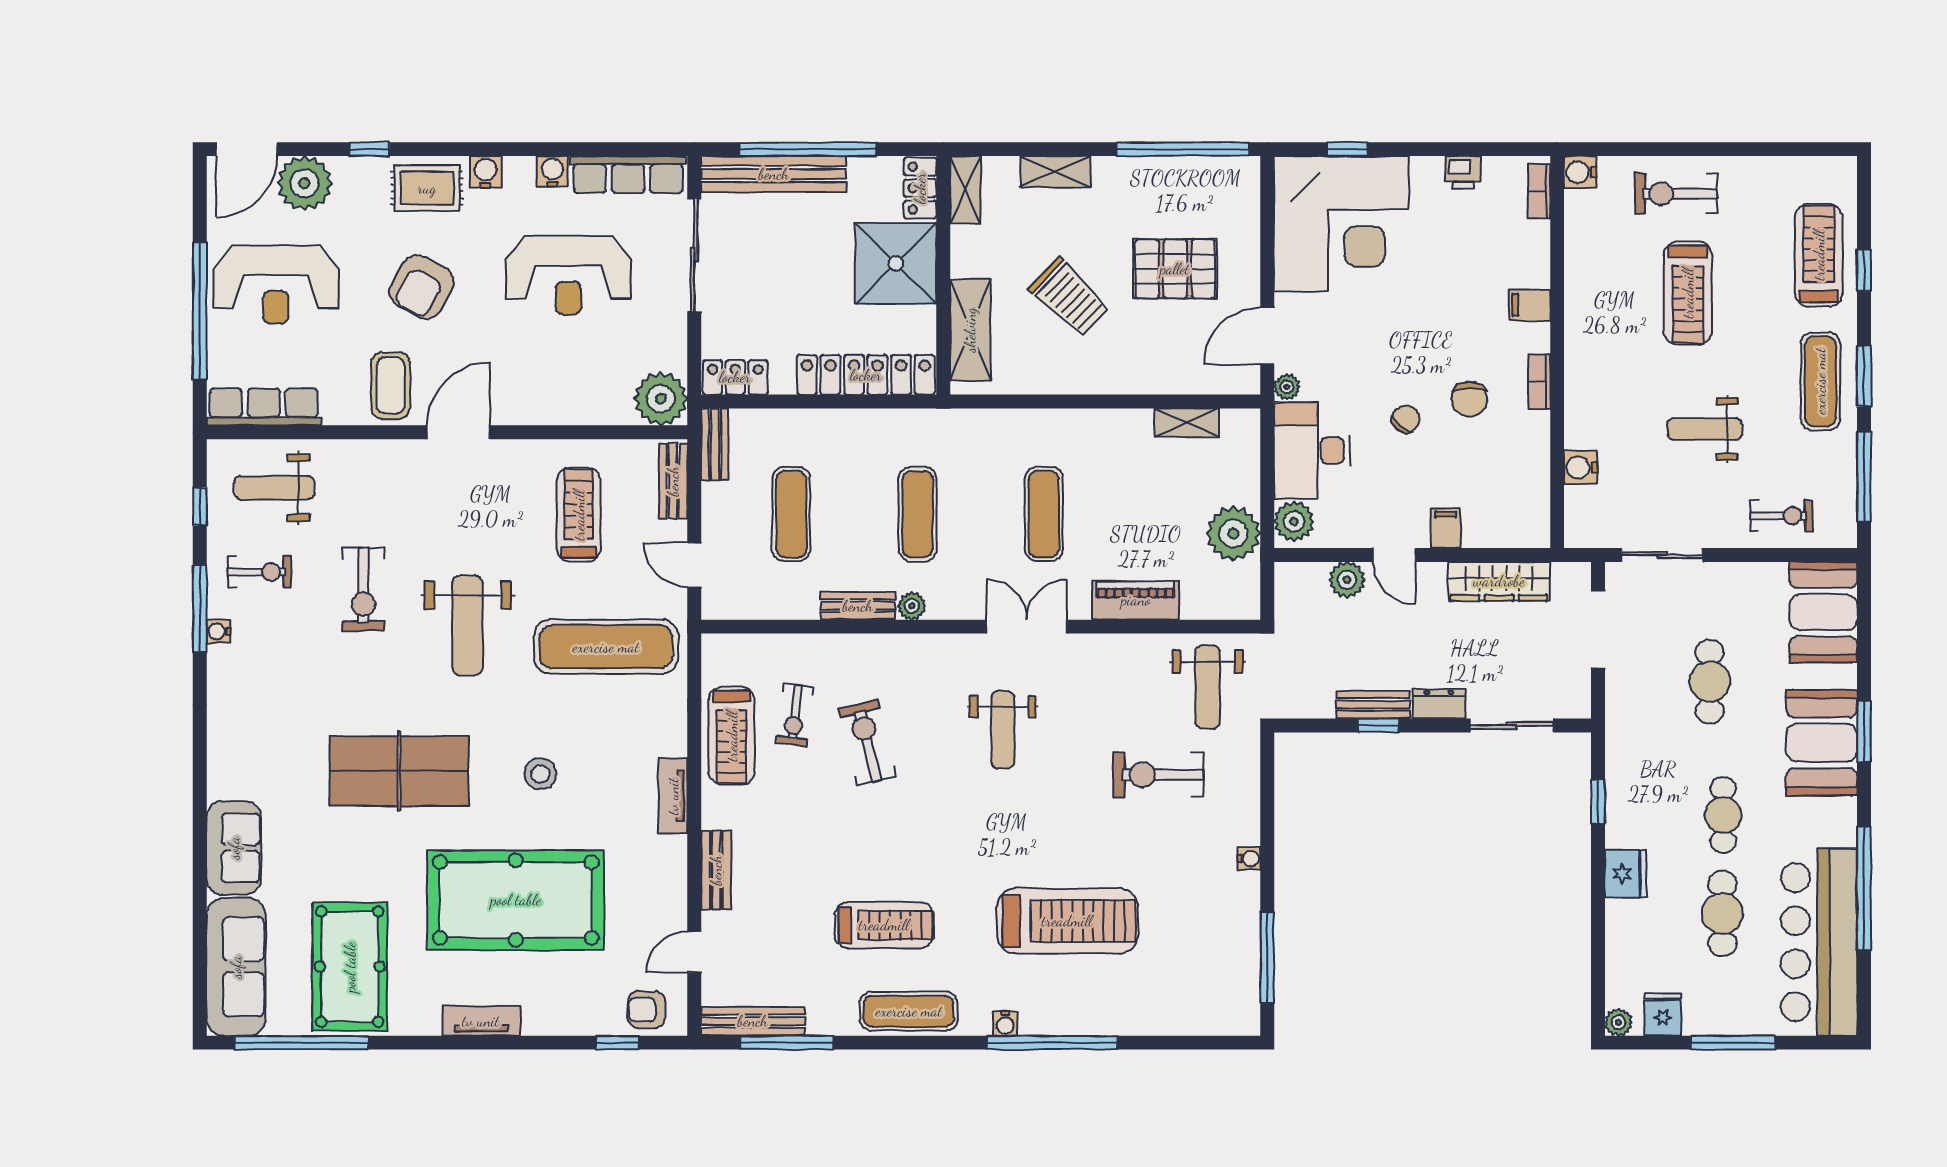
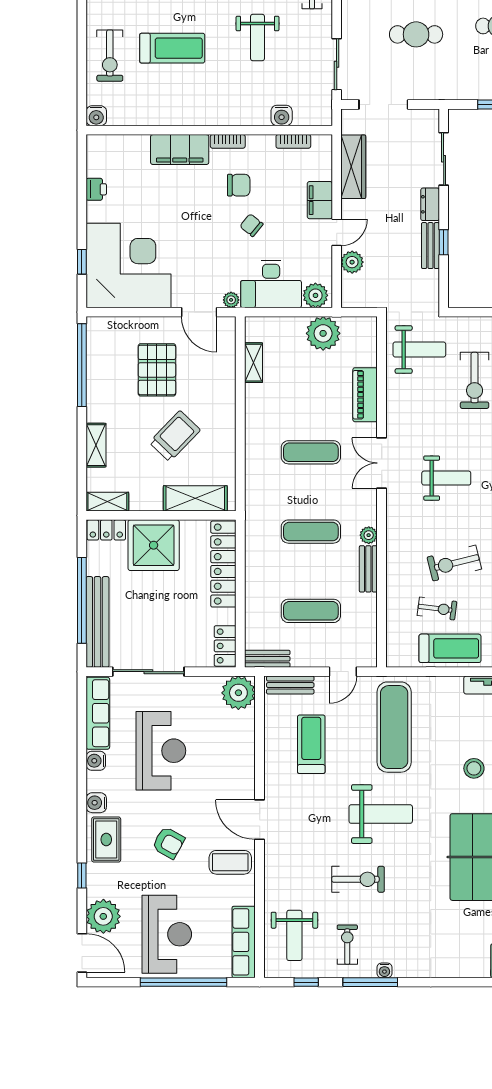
bookcase: (1539, 191) -> (293, 141), moved
armchair: (422, 287) -> (168, 843), width x0.72, depth x0.72
filing cabinet: (1530, 305) -> (180, 150), width x3.00, depth x1.17
treadmill: (579, 515) -> (311, 744), turned 90
filing cabinet: (1446, 528) -> (320, 200), width x2.00

